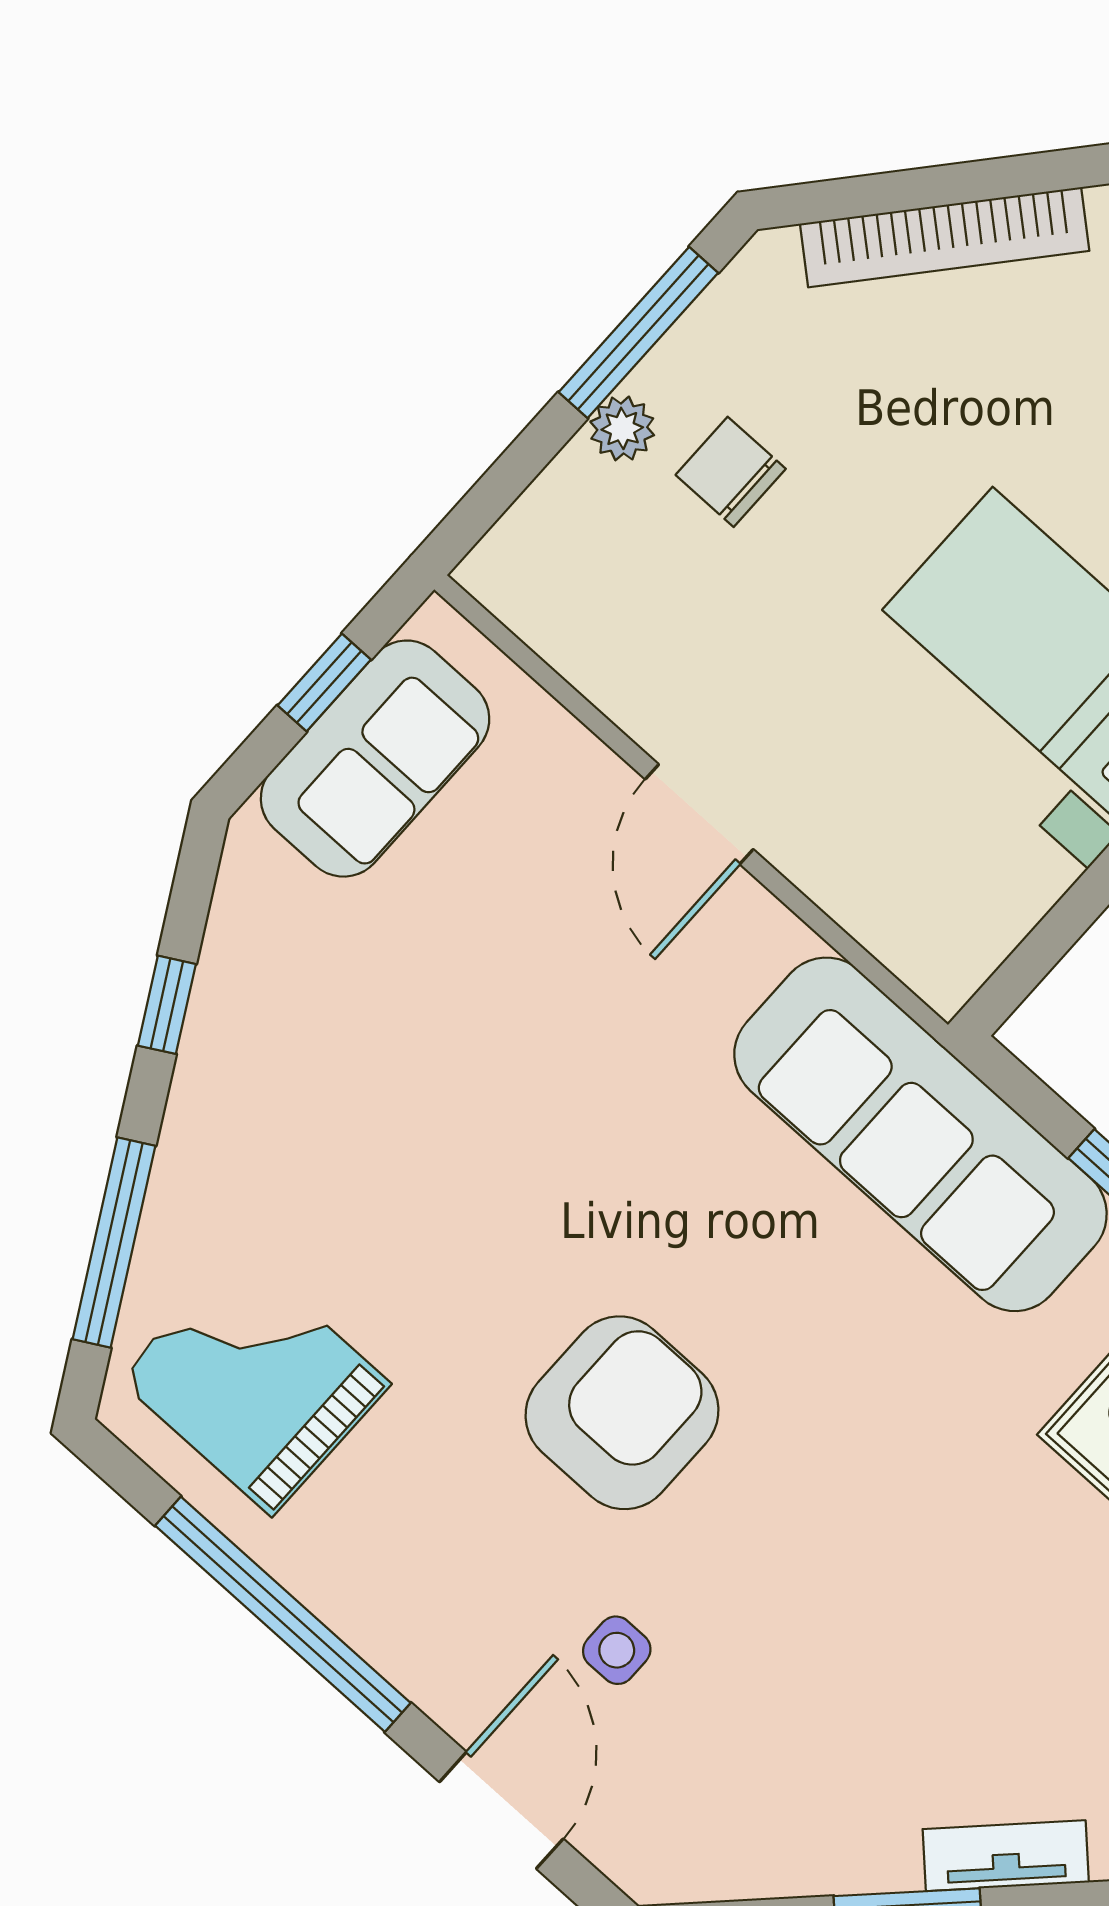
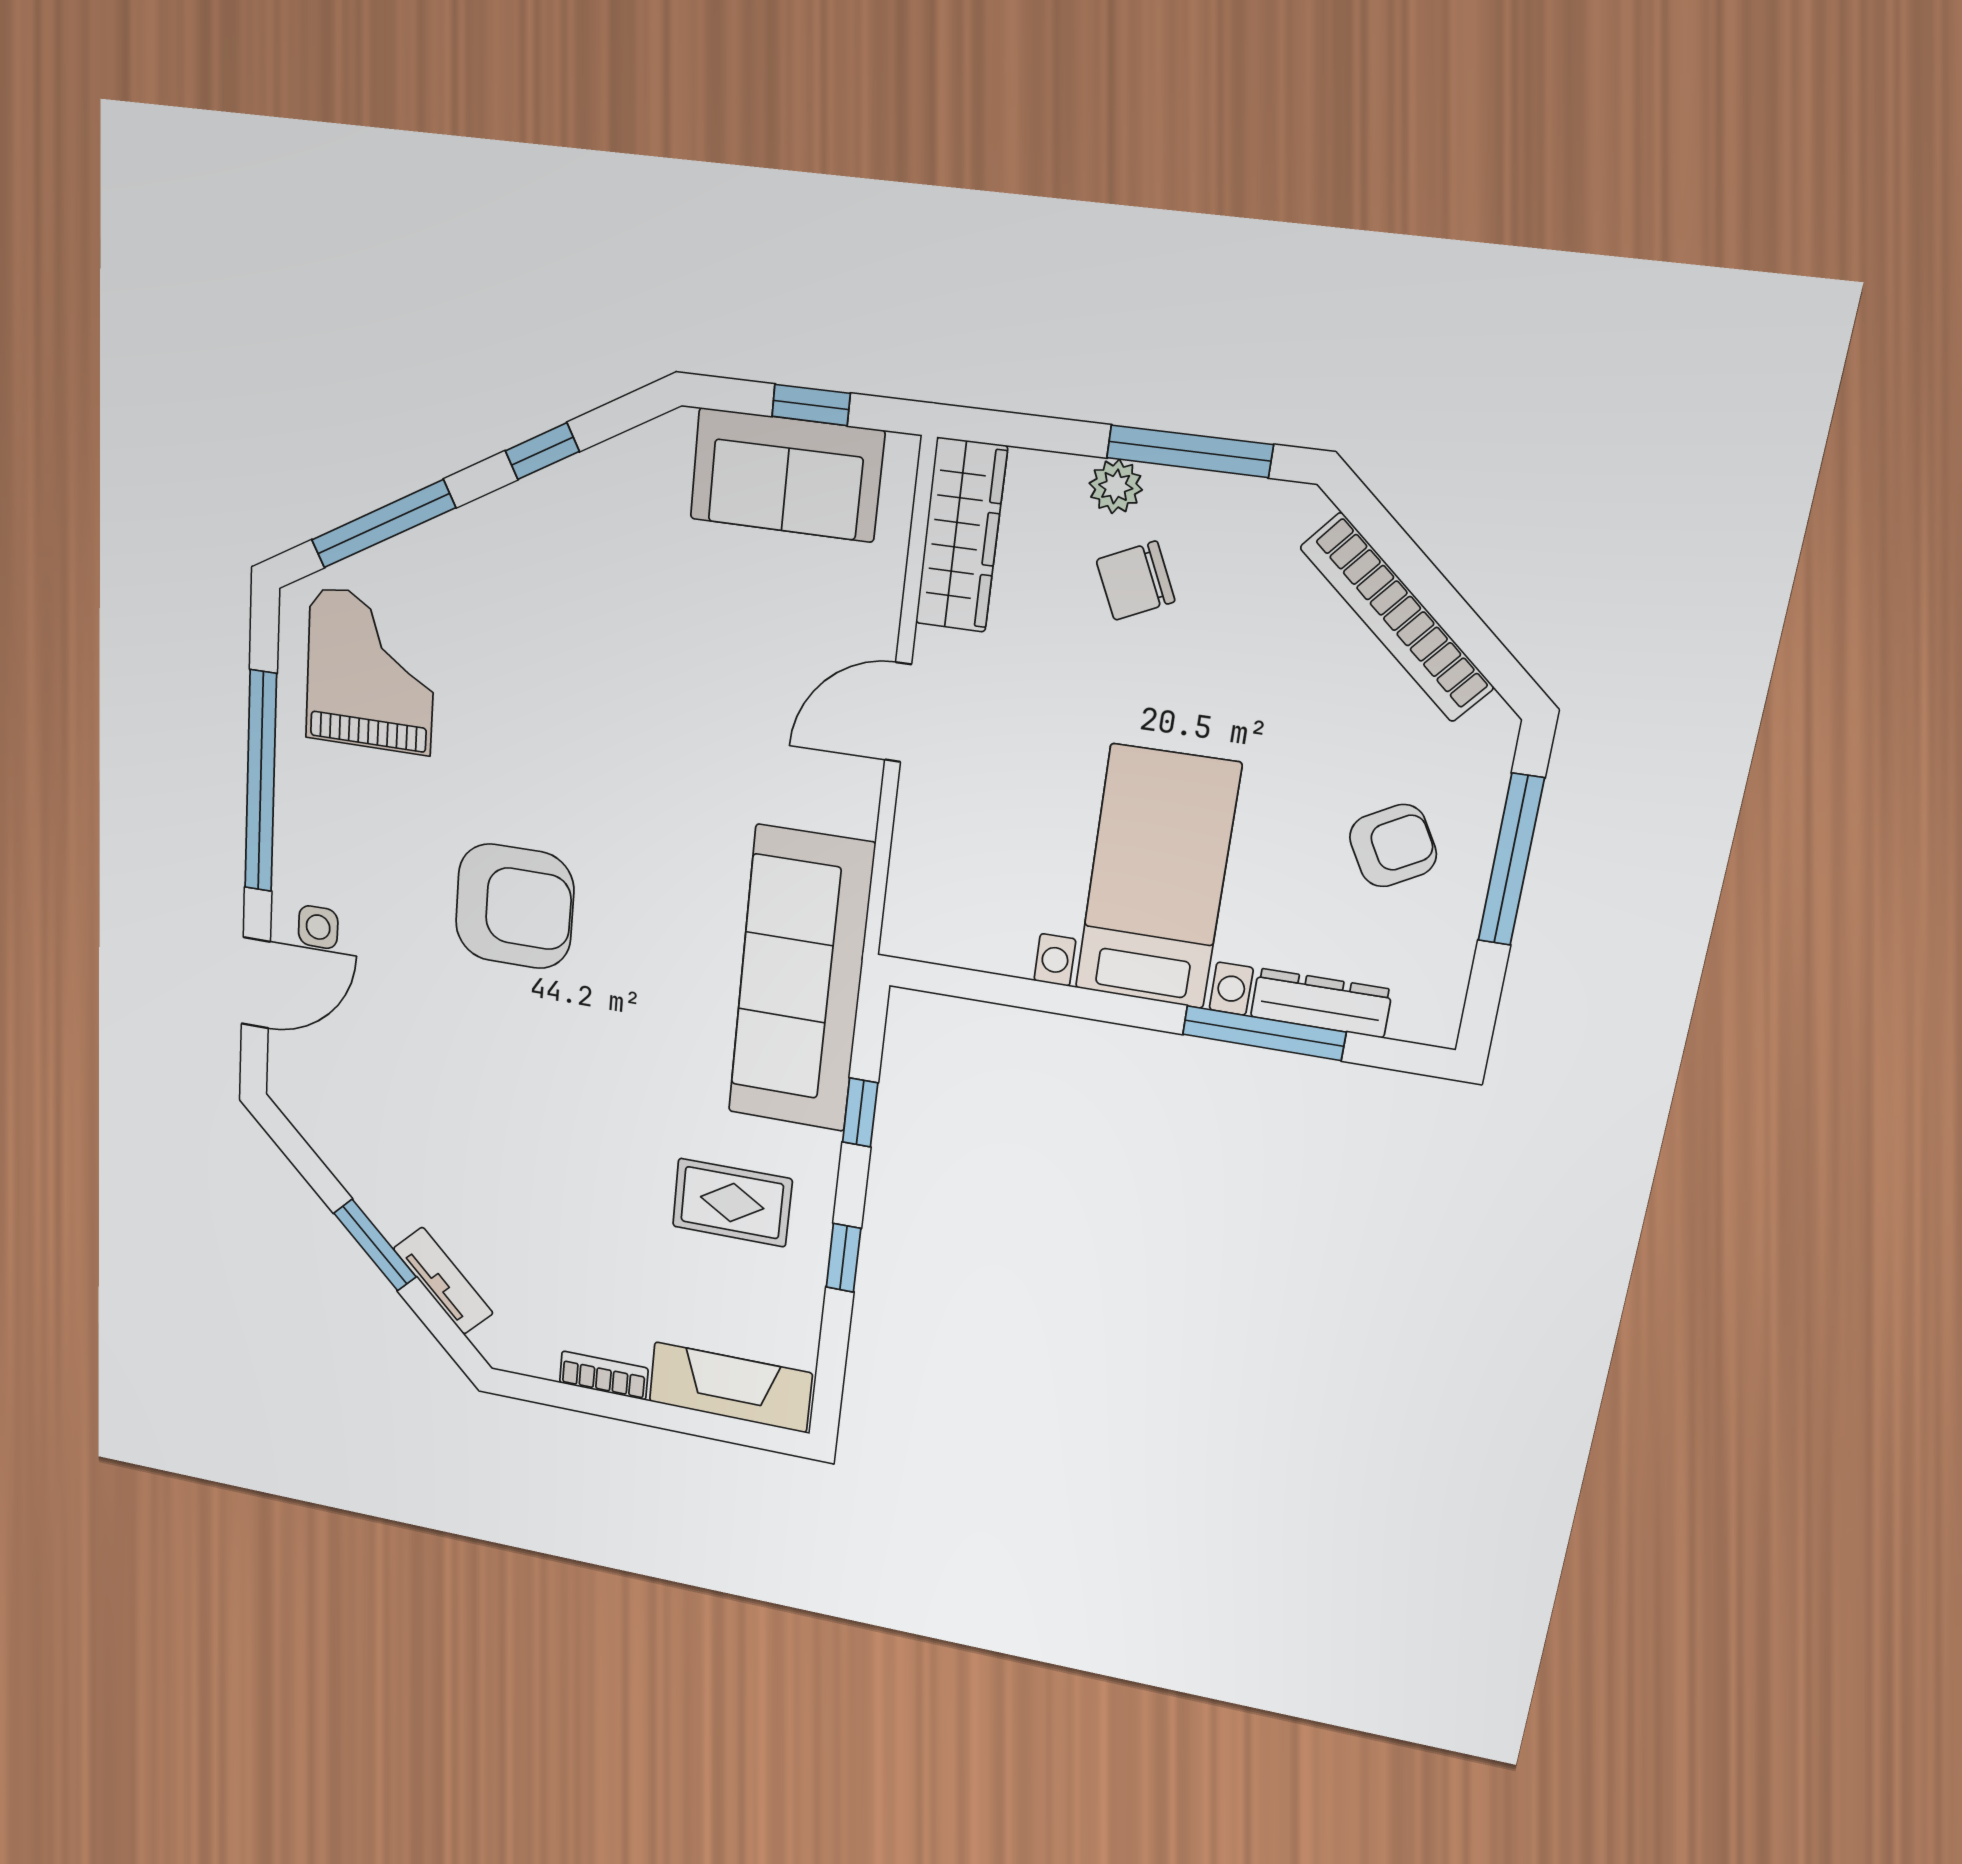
chair: (731, 472) -> (1136, 581), turned -115
wardrobe: (562, 619) -> (961, 535), added
side table: (617, 1650) -> (318, 927), moved

